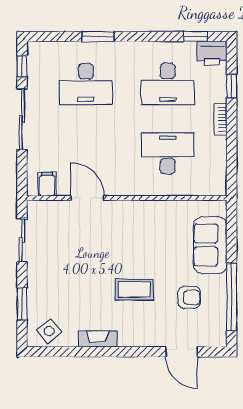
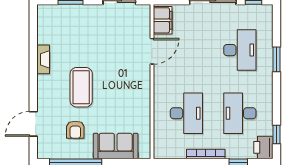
desk: (86, 84) -> (240, 50), turned 180
bookcase: (221, 119) -> (206, 154), width x1.56
filing cabinet: (47, 184) -> (163, 20), width x2.00
coffee table: (134, 290) -> (81, 87), width x1.36, depth x1.32
side table: (49, 331) -> (49, 22), removed

